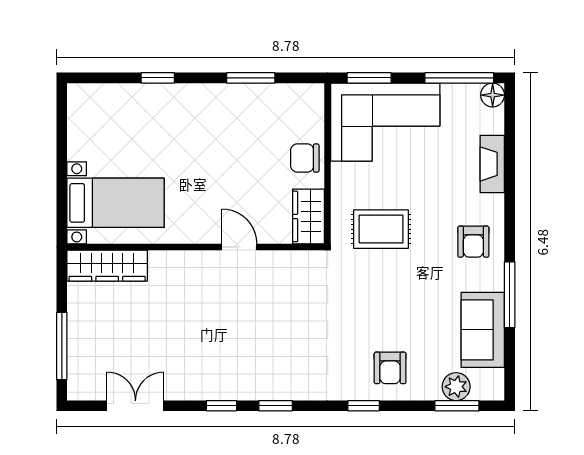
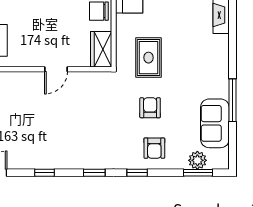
rug: (381, 229) -> (148, 58), turned 90
armchair: (473, 242) -> (150, 108), moved, turned 180
door: (239, 247) -> (56, 69), swing flipped
window: (276, 406) -> (94, 173), moved

